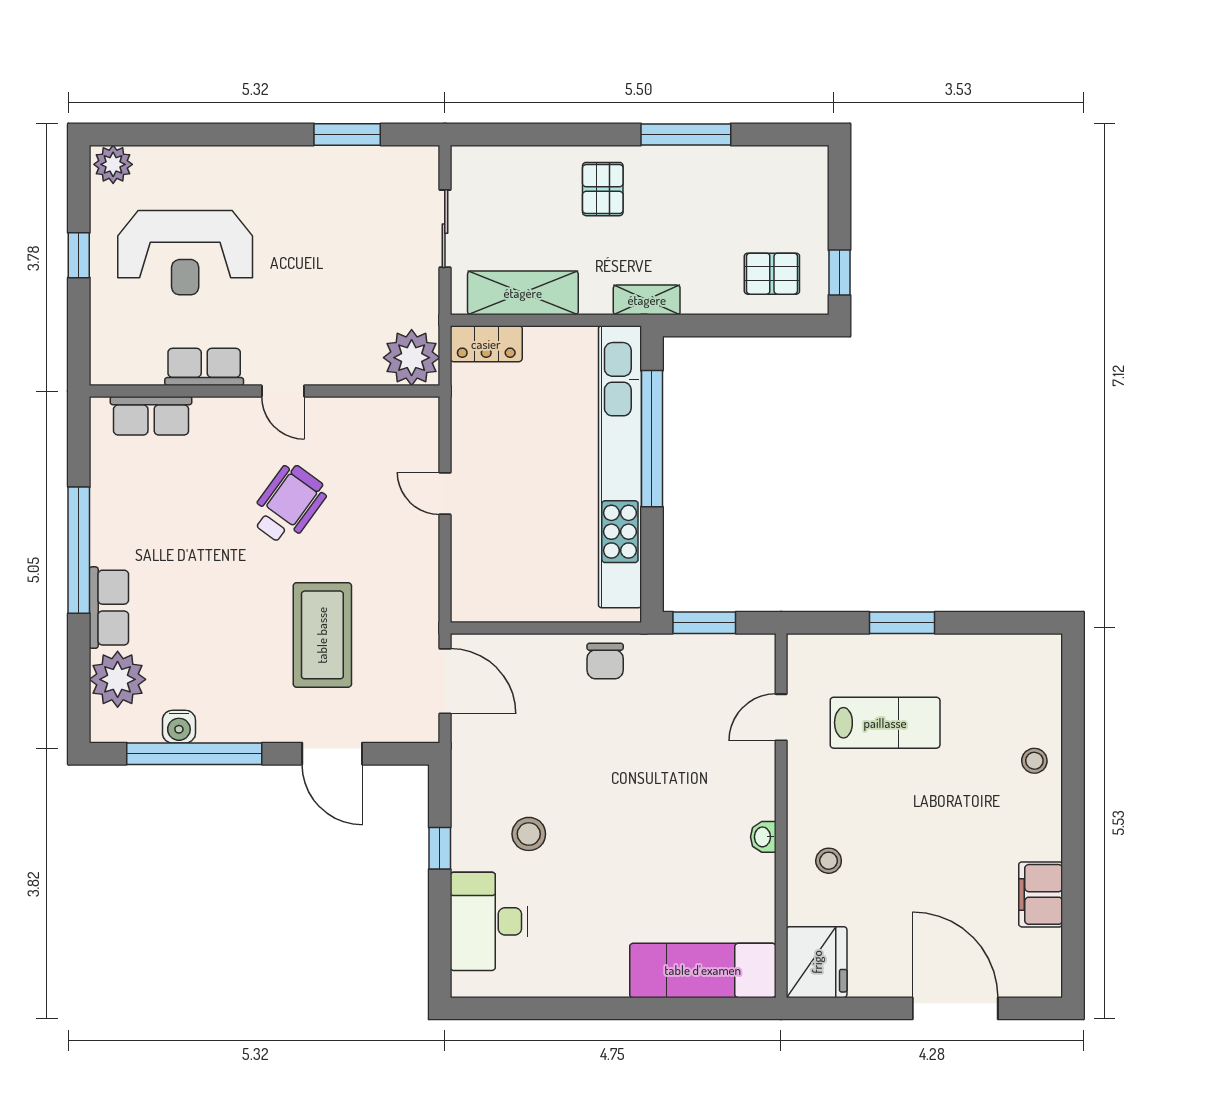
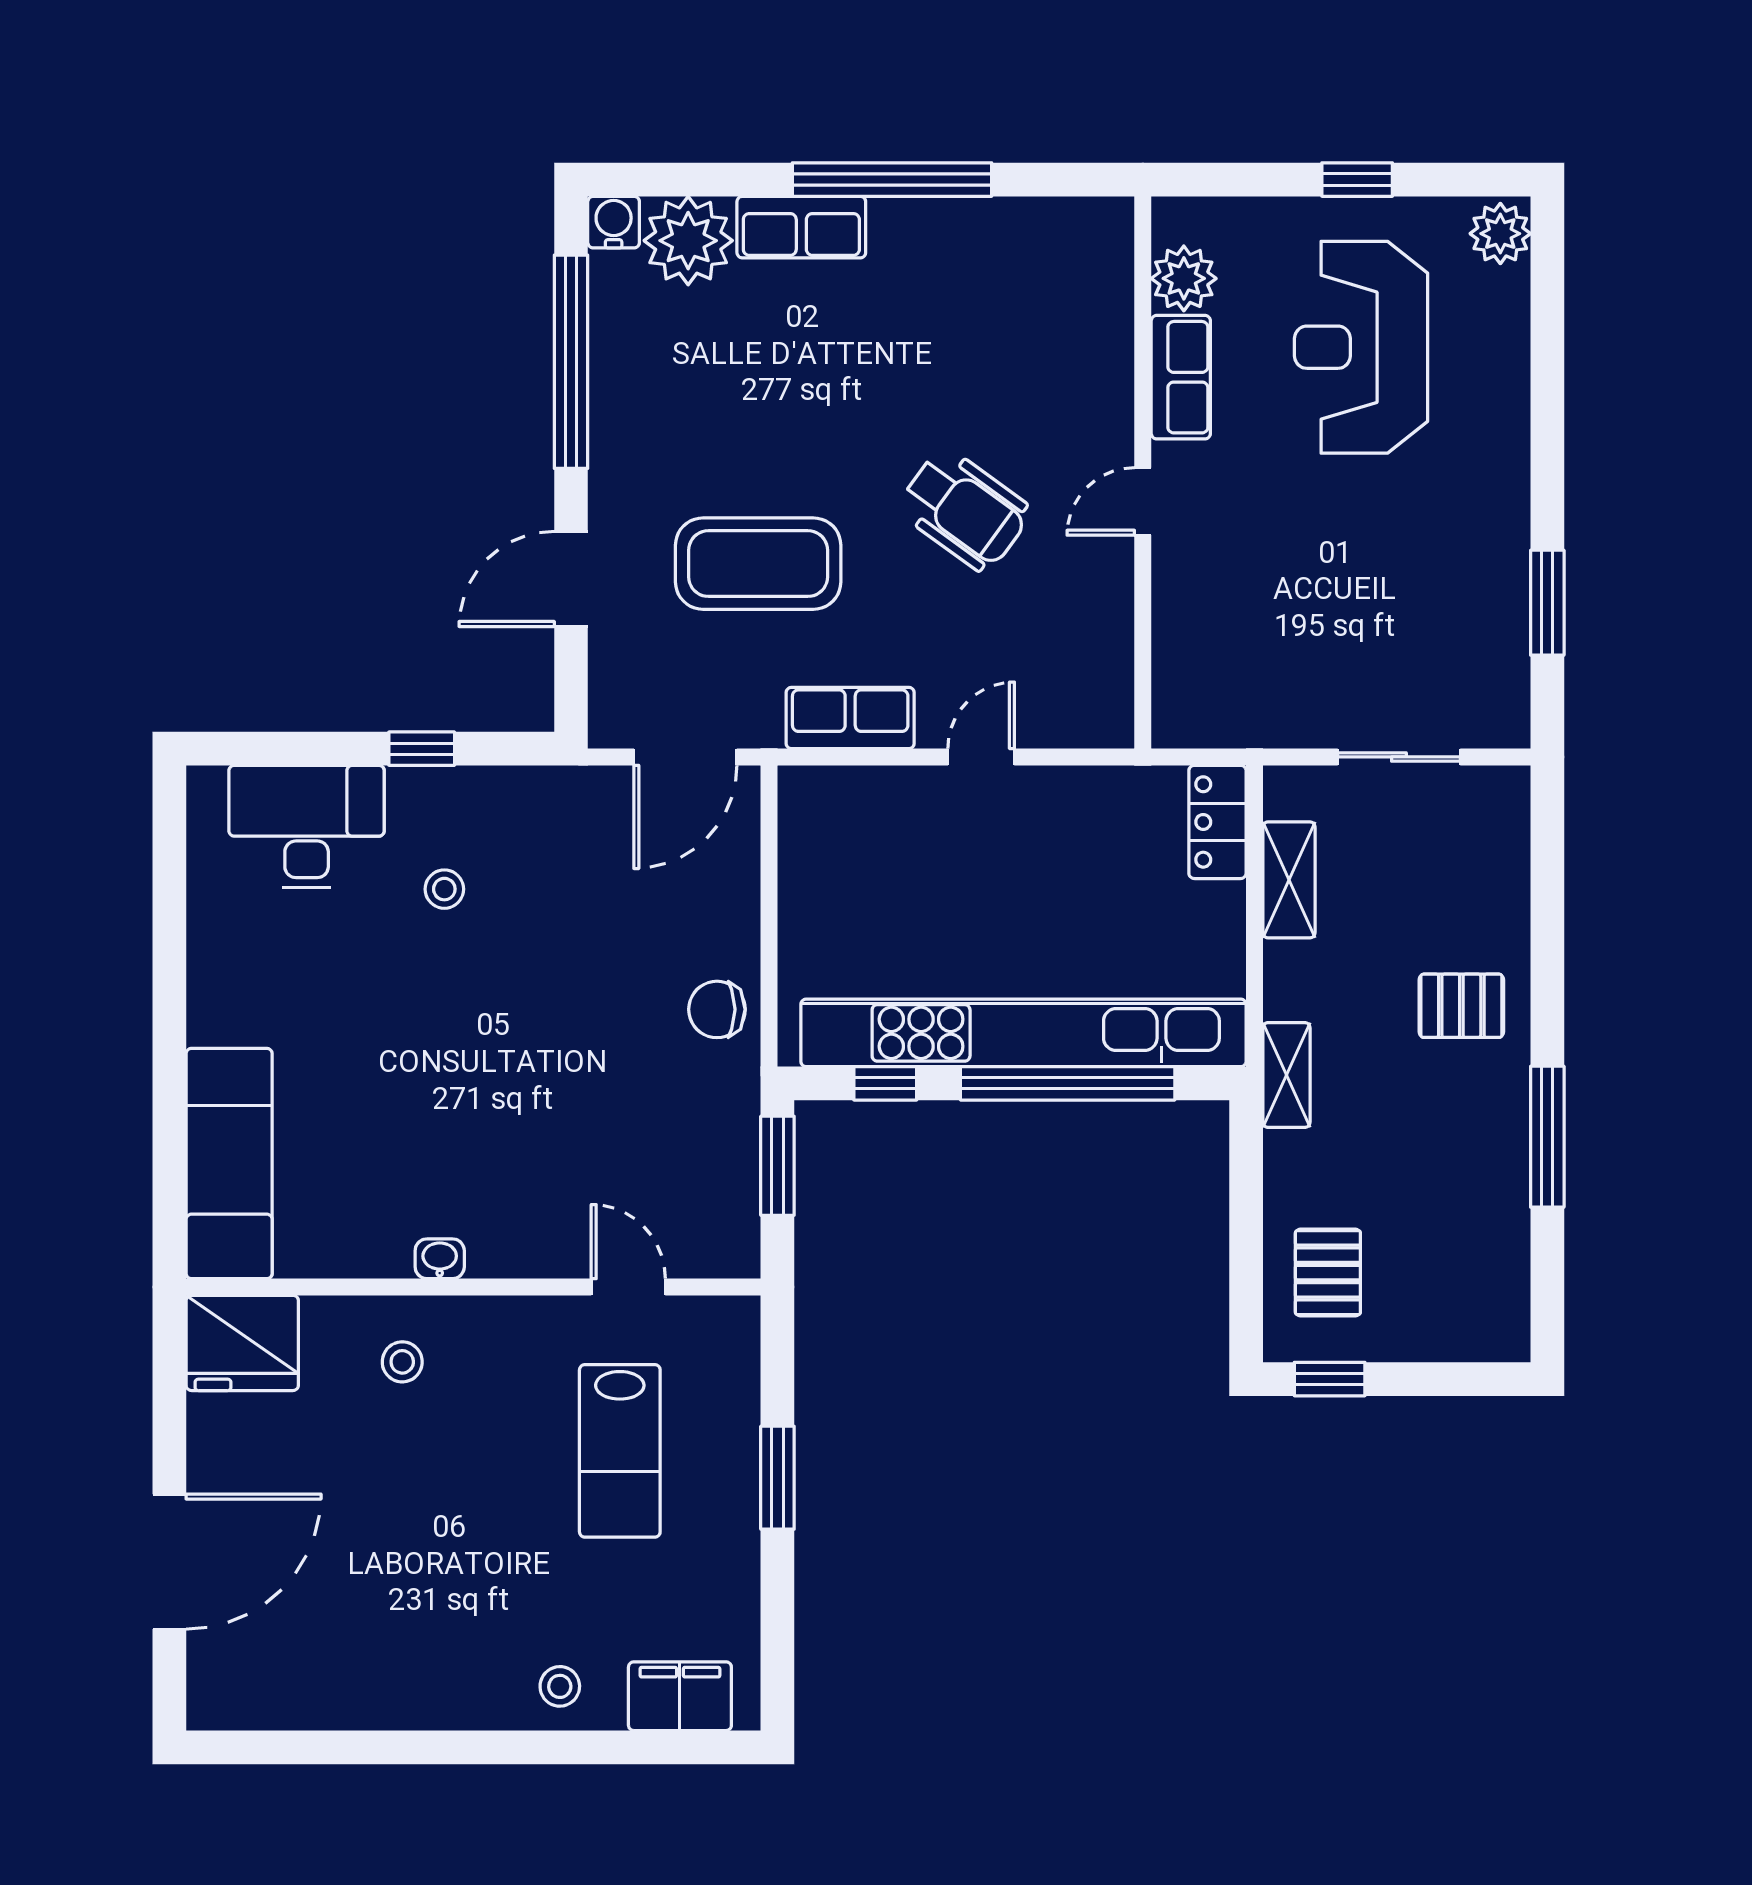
shelving: (523, 293) -> (1289, 880), width x0.67, depth x0.75
plant: (412, 358) -> (1184, 278), moved, width x0.73, depth x0.73
row of seats: (151, 416) -> (850, 718), moved, turned 90
window: (652, 554) -> (885, 1083), added
water cooler: (179, 727) -> (614, 222), moved, turned 90
stool: (529, 834) -> (444, 889), width x0.73, depth x0.73
filing cabinet: (1041, 894) -> (680, 1696), moved

